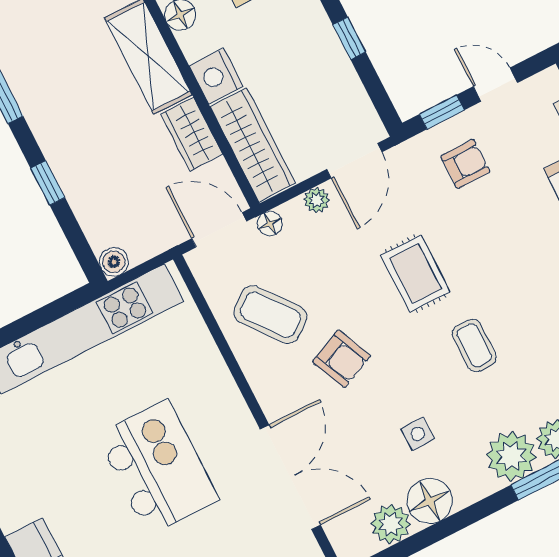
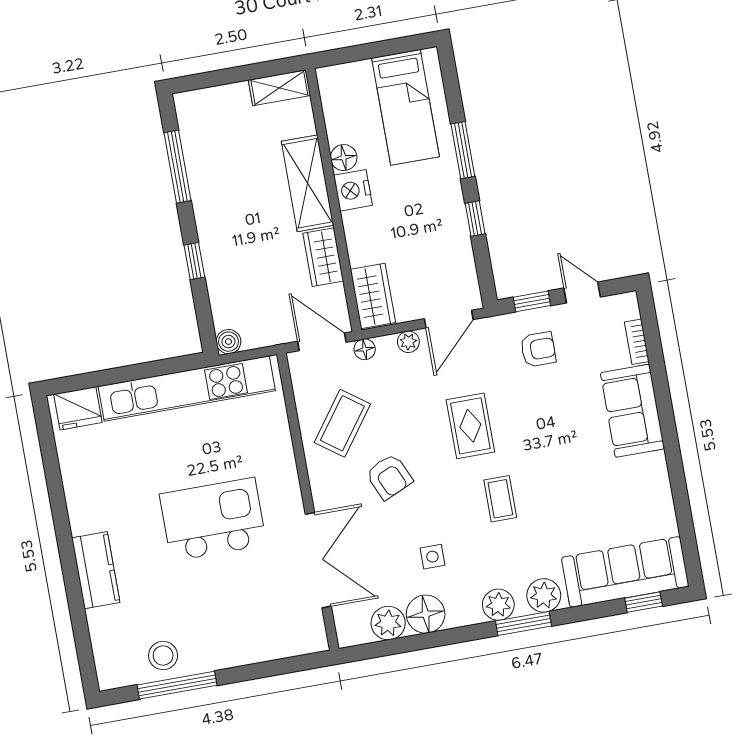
nightstand: (216, 76) -> (353, 190), moved
wardrobe: (253, 145) -> (373, 296), width x0.67
coffee table: (270, 315) -> (342, 423), turned 74
plant: (511, 456) -> (498, 605), width x0.73, depth x0.73
kitchen island: (158, 467) -> (213, 519), turned -90

